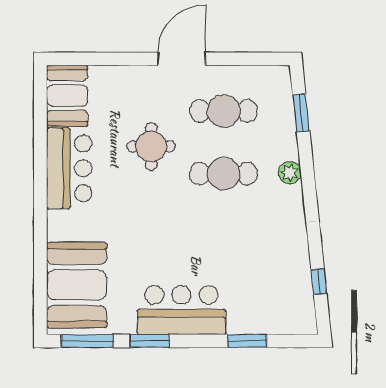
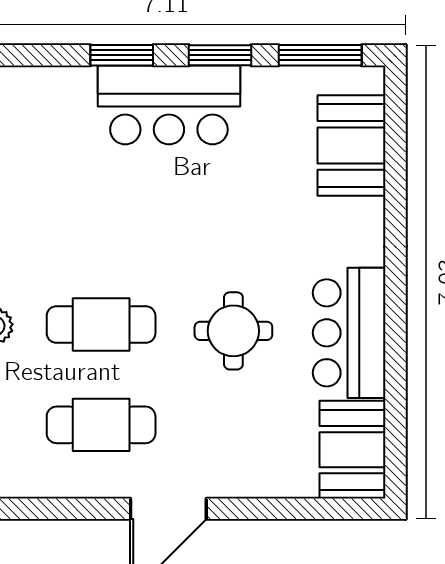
round table: (151, 146) -> (233, 331), moved
booth: (77, 285) -> (352, 145), width x0.73, depth x0.70
window: (247, 341) -> (122, 55), moved

